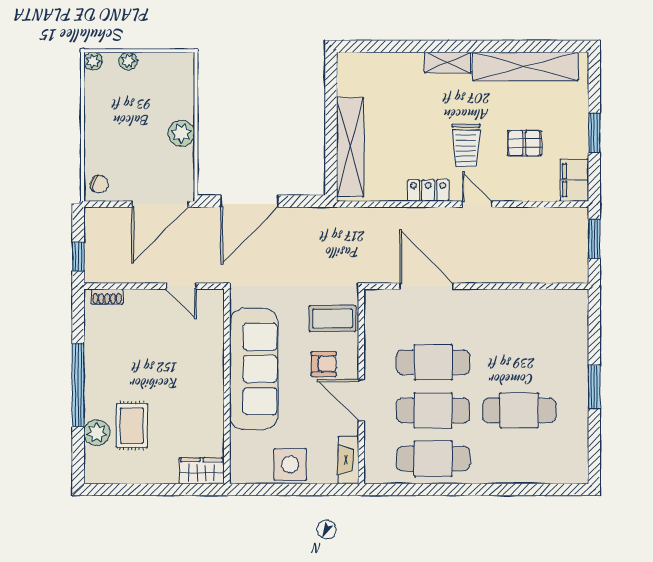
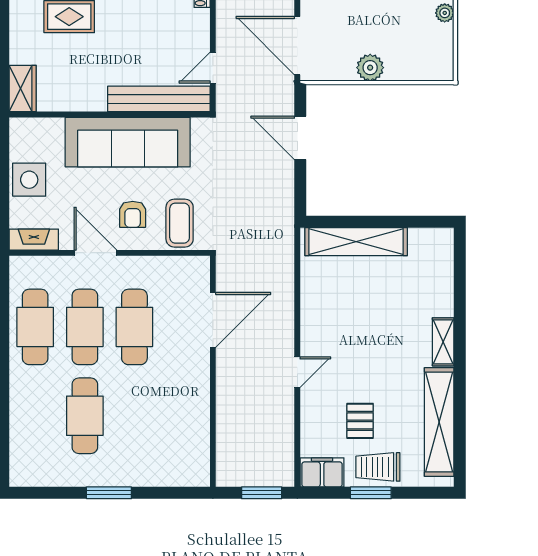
trolley: (466, 145) -> (378, 467), moved
locker: (428, 190) -> (311, 322), removed
door: (249, 201) -> (300, 138), width x0.73
bench: (212, 339) -> (159, 99), added
door: (361, 400) -> (95, 253), hinge flipped

